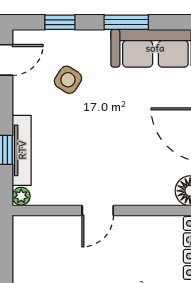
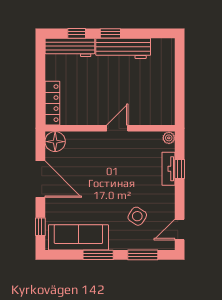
window: (60, 22) -> (143, 255), width x1.50
tv unit: (22, 150) -> (168, 169), width x0.71

